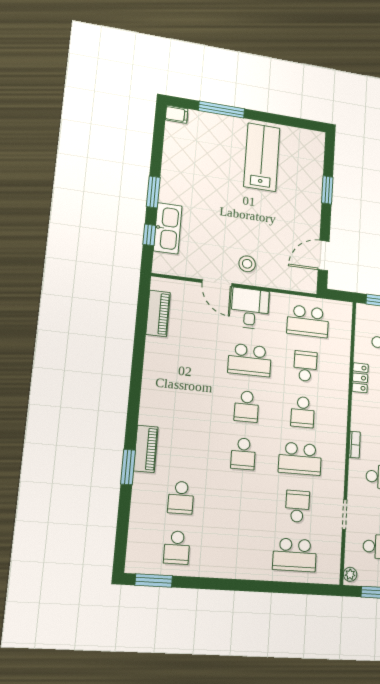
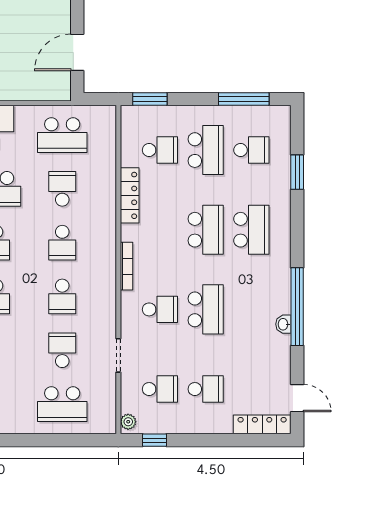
locker: (360, 378) -> (130, 195), width x1.53
bookcase: (355, 445) -> (126, 266), width x1.56
school desk: (300, 459) -> (62, 296), width x0.54

